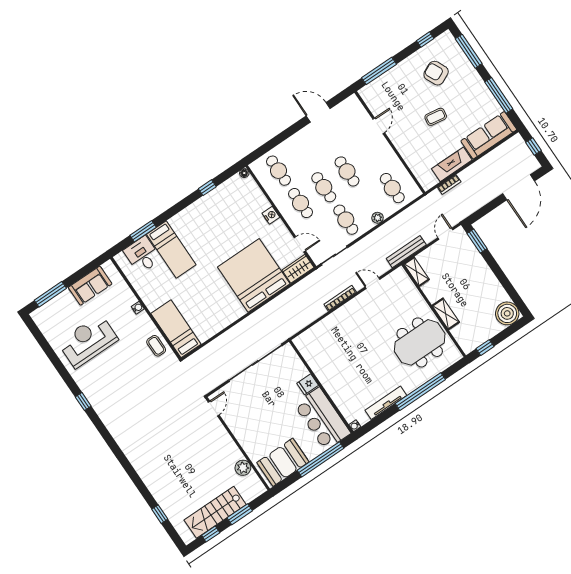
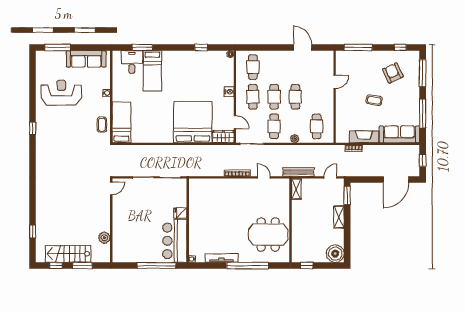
sofa: (90, 286) -> (86, 59), width x1.36
shelving: (446, 314) -> (339, 217), moved
booth: (283, 462) -> (132, 251), removed

